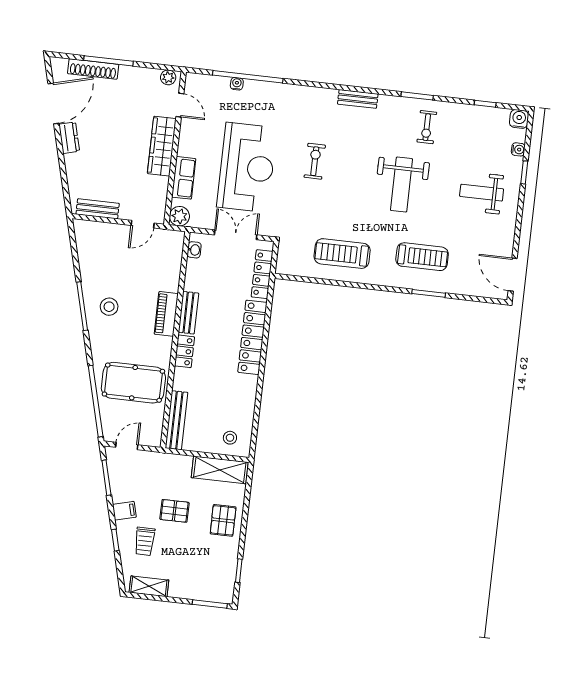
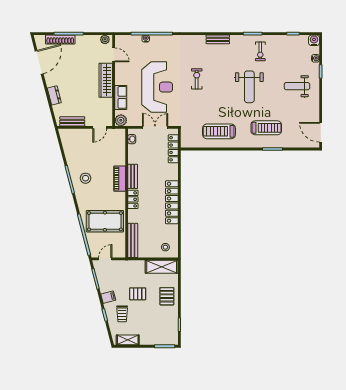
dresser: (69, 138) -> (54, 95), moved
locker: (252, 337) -> (172, 202), moved

